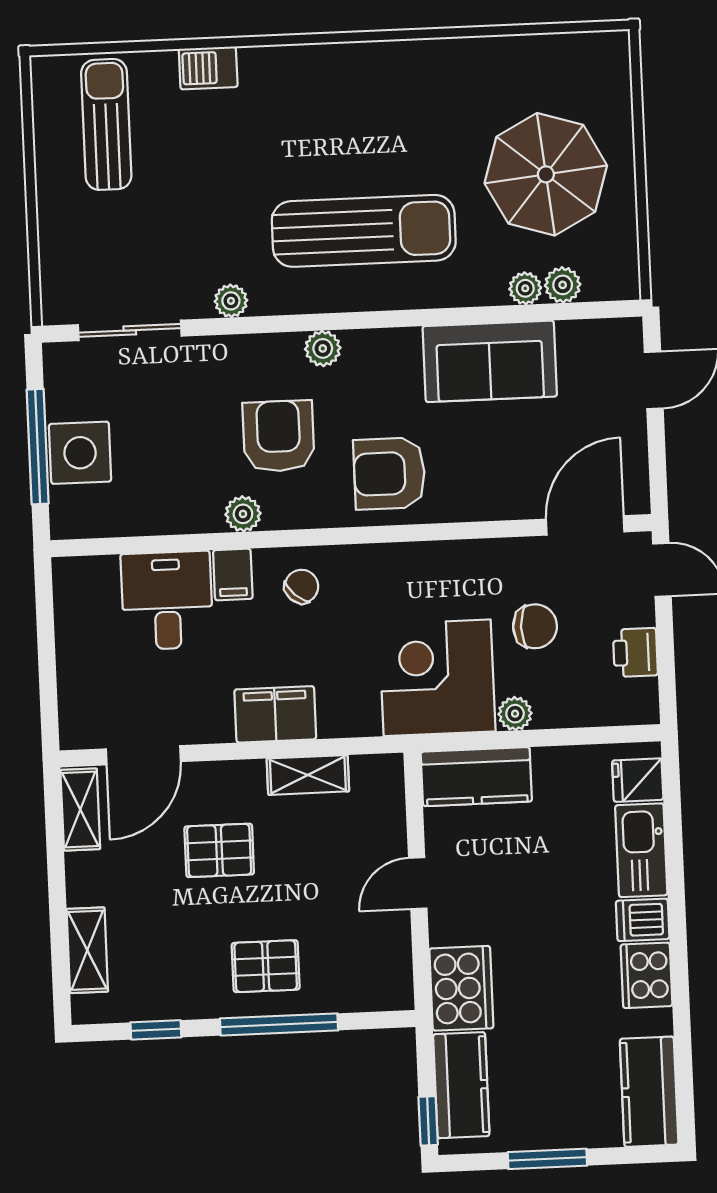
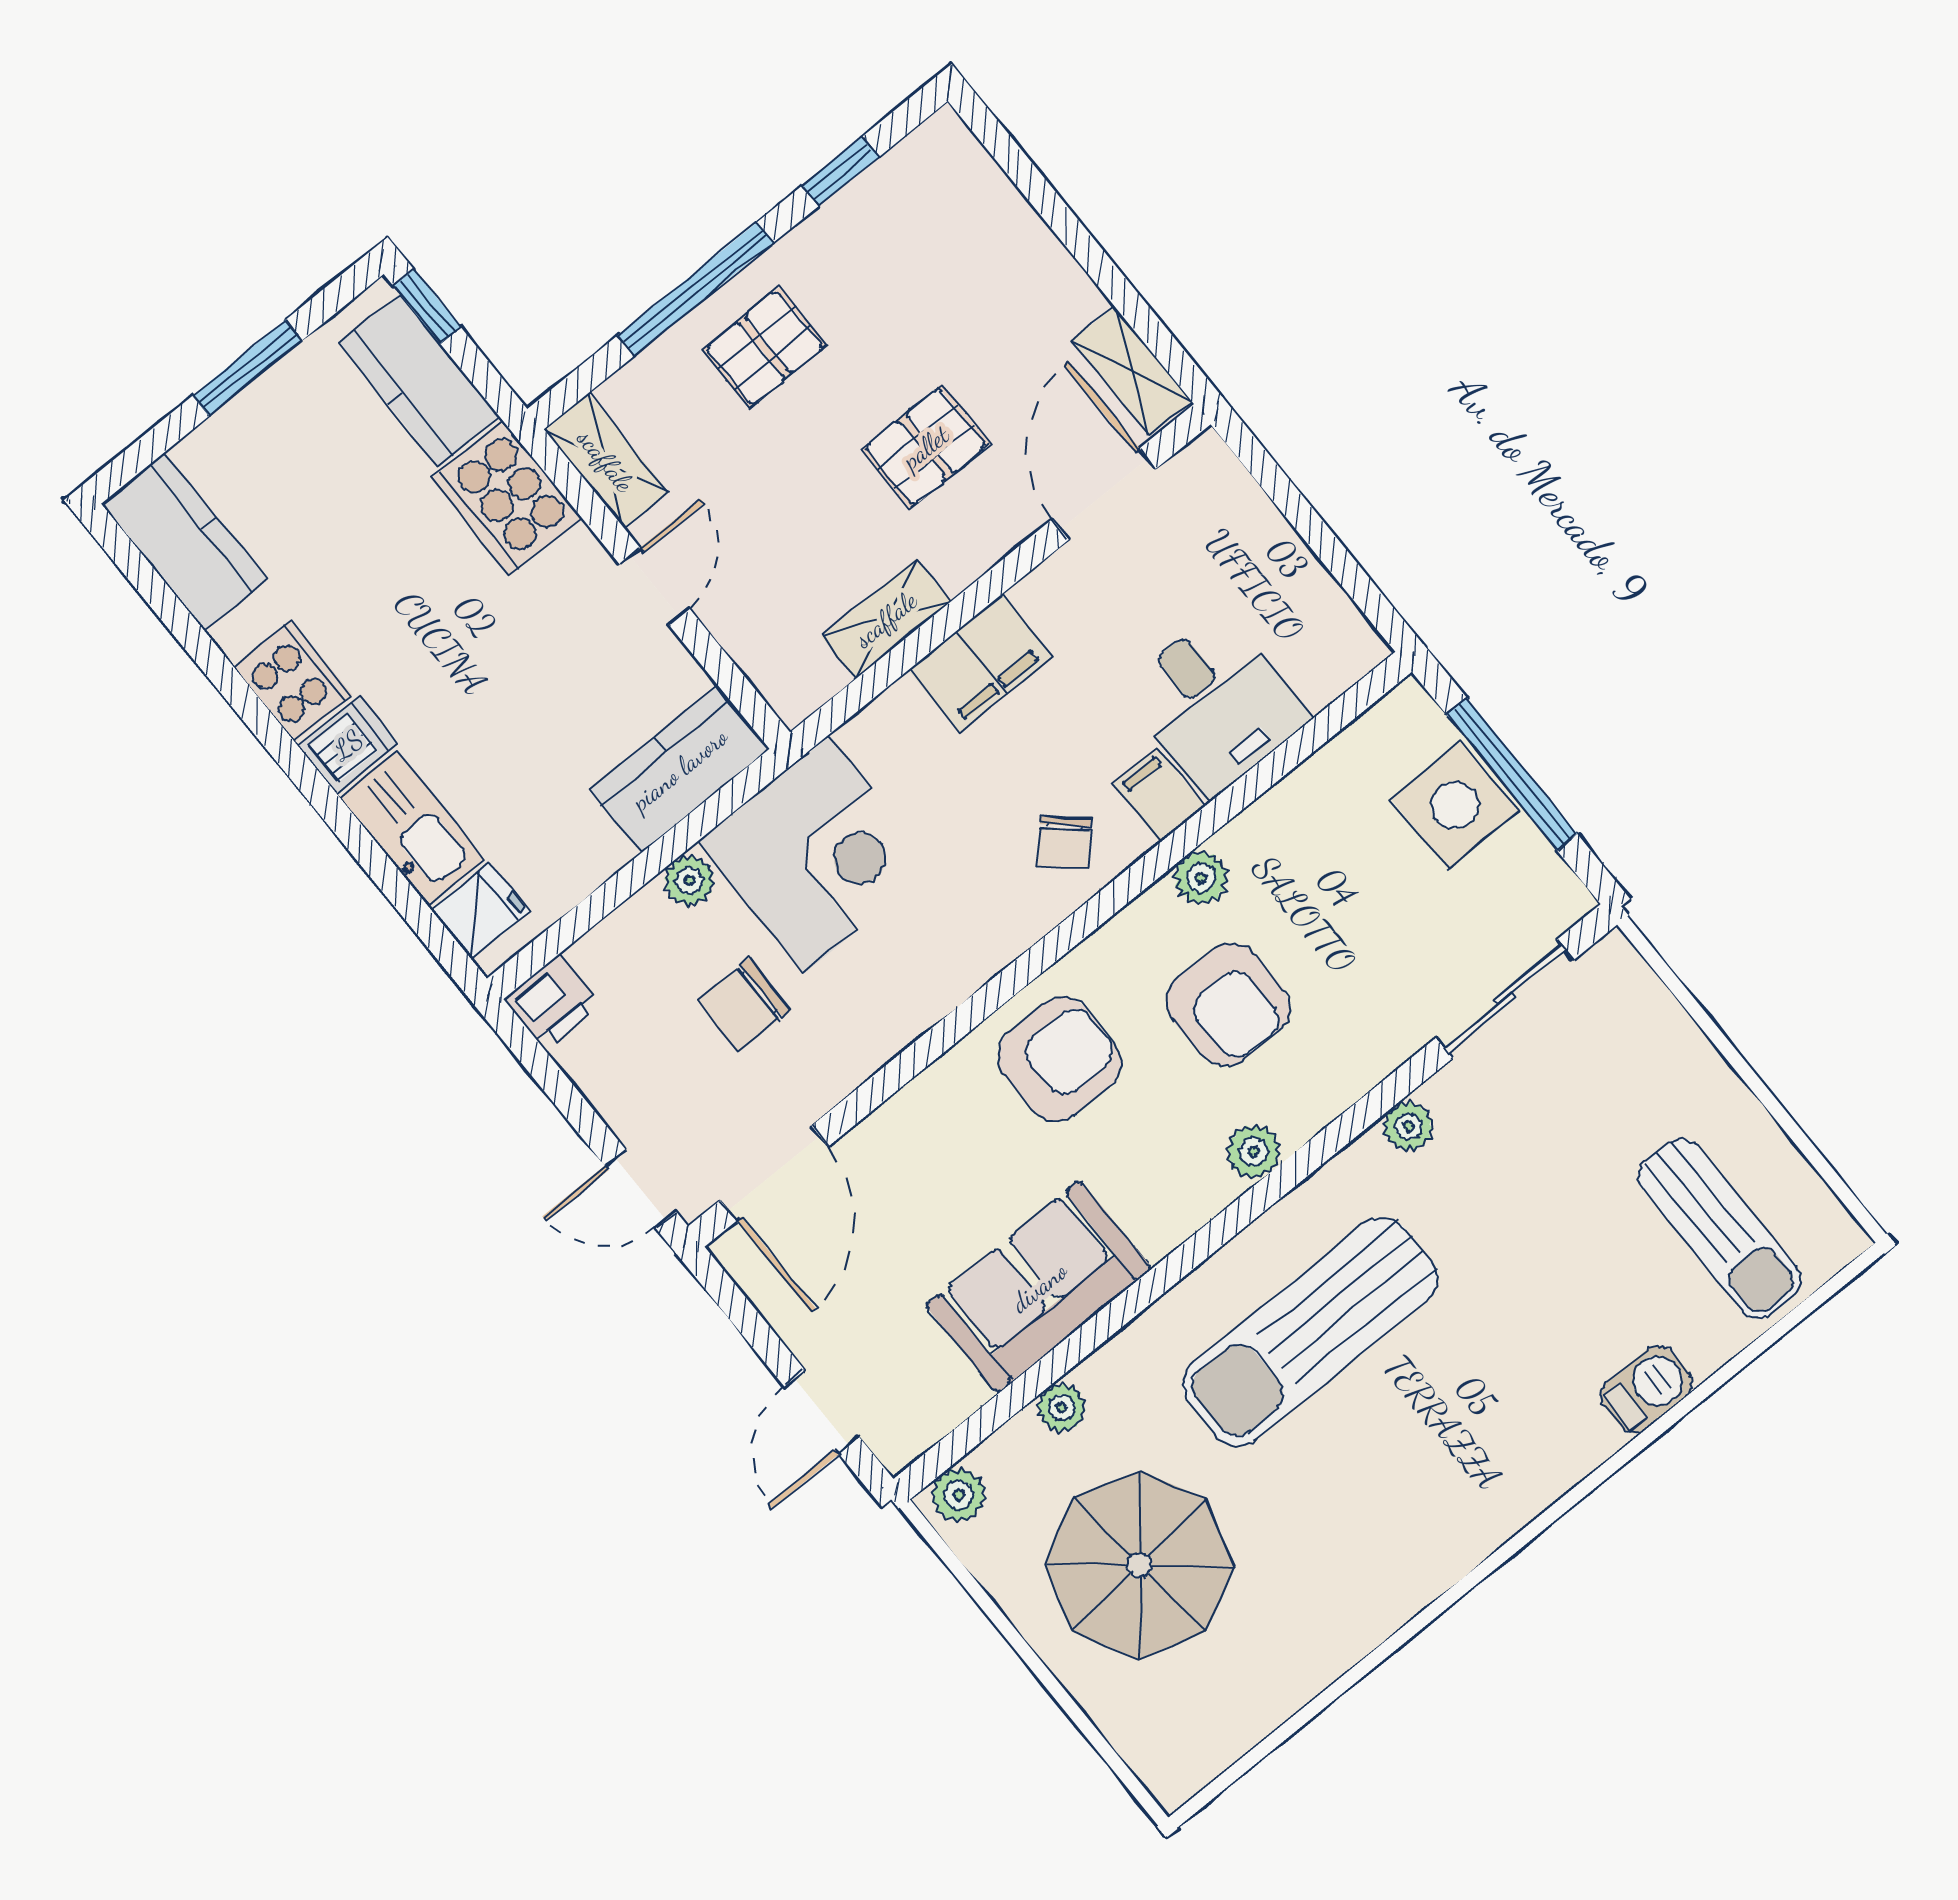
plant: (563, 285) -> (958, 1495), moved
printer: (635, 652) -> (552, 1002), moved, turned 90
shelving: (87, 950) -> (606, 461), moved

